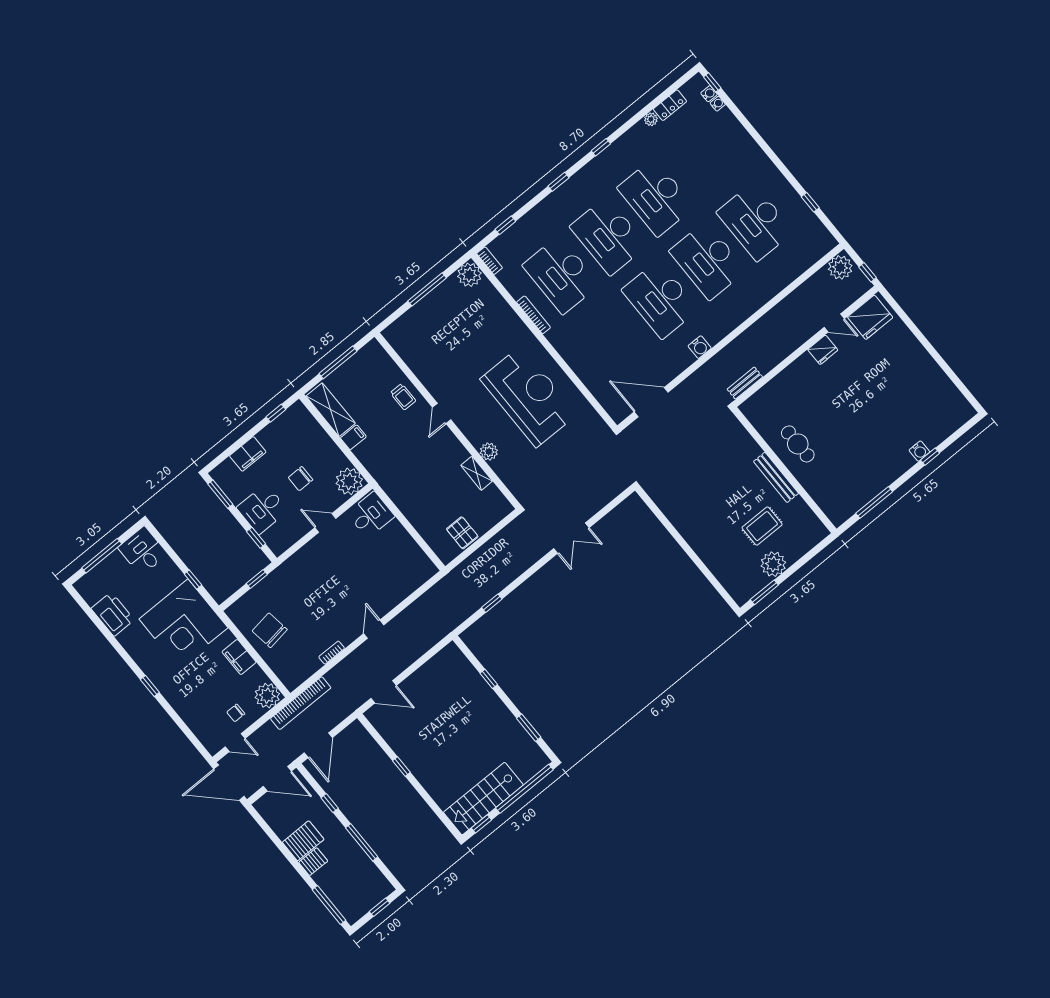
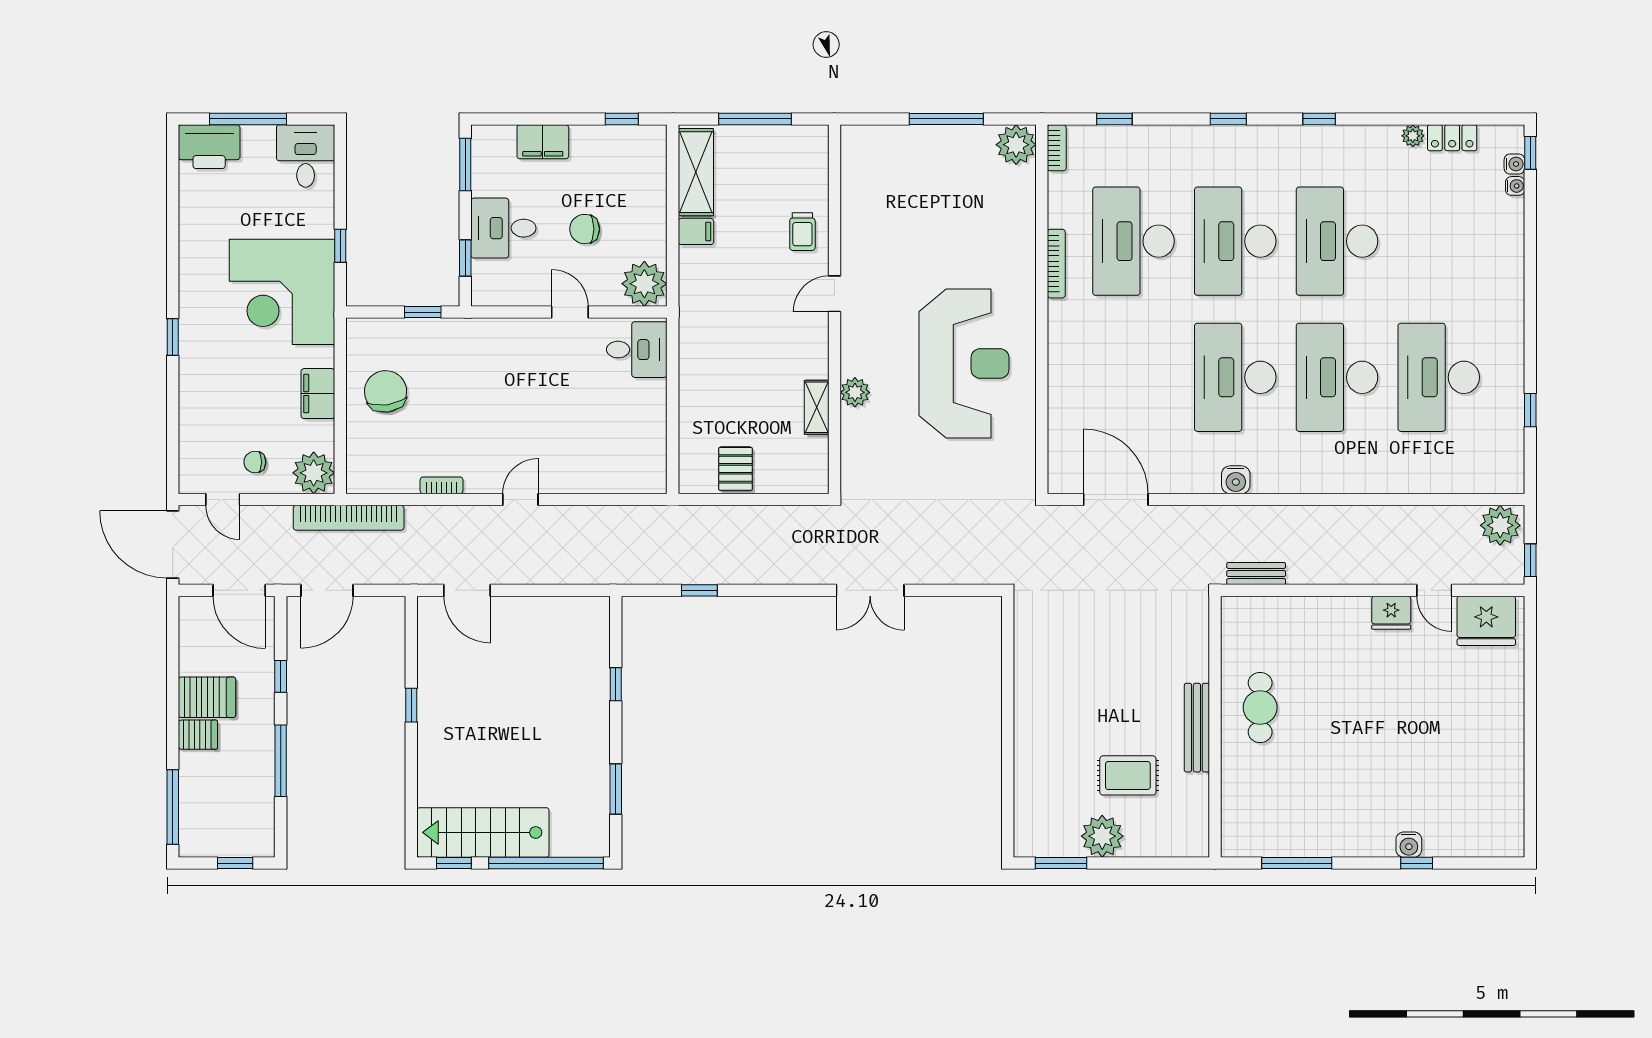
printer: (113, 614) -> (209, 147), moved, turned 90

